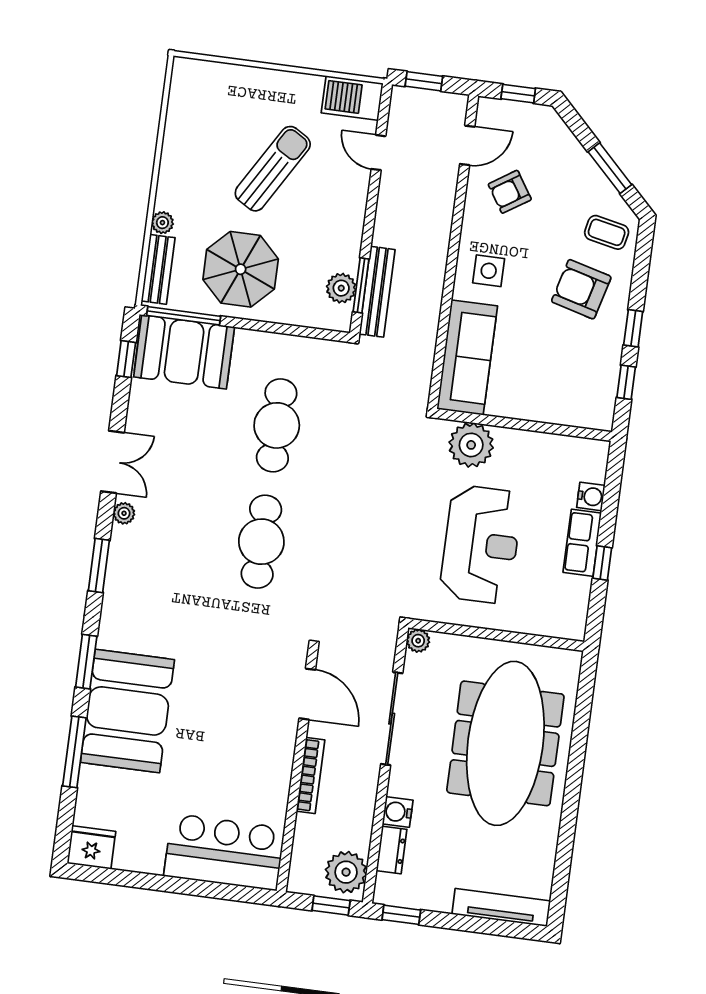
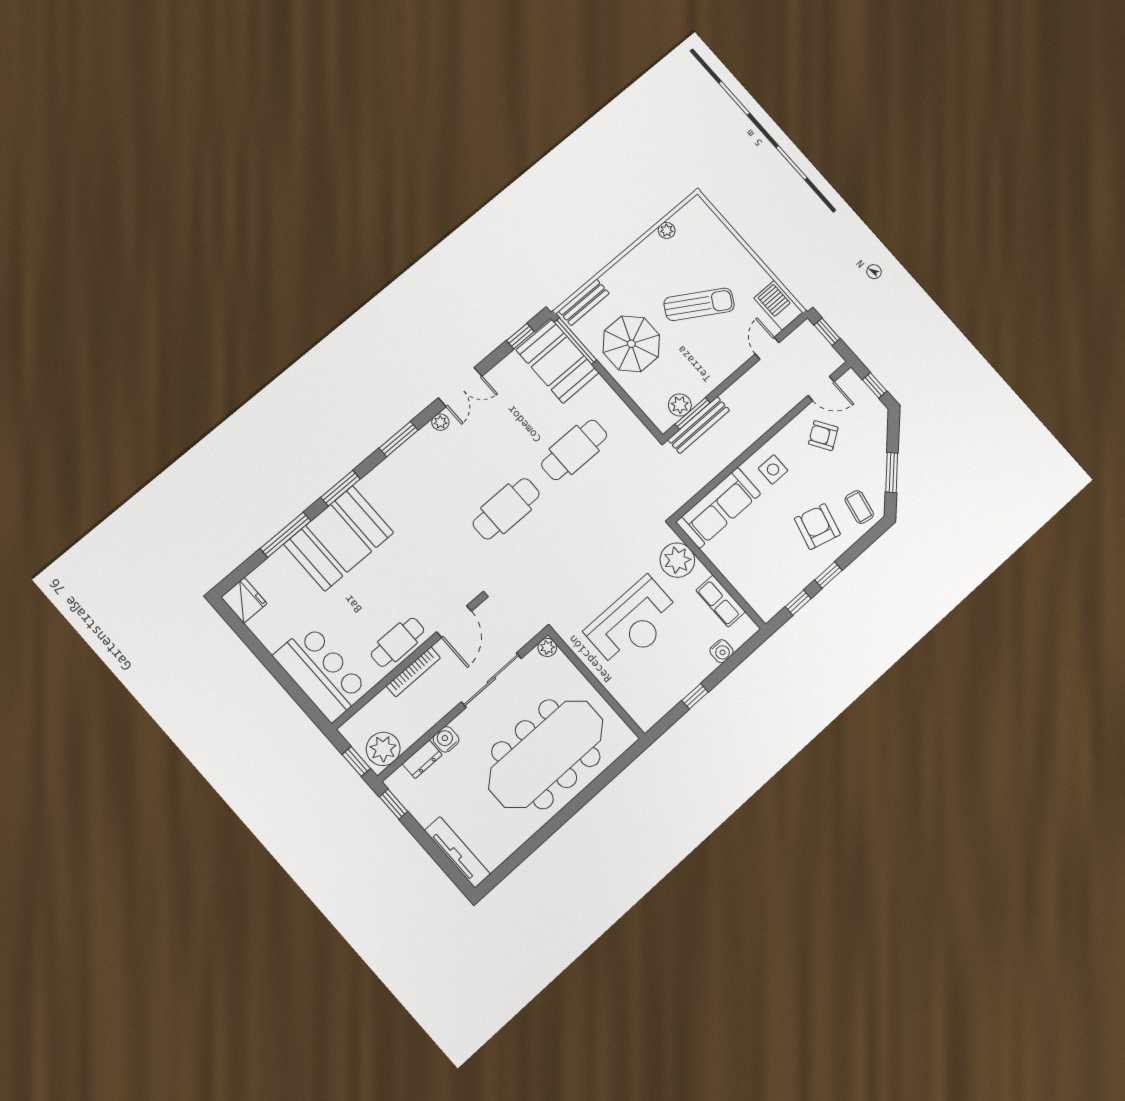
plant: (162, 223) -> (667, 230), moved
row of seats: (582, 543) -> (721, 601), moved, turned -90
cafe table: (271, 761) -> (398, 642), added

